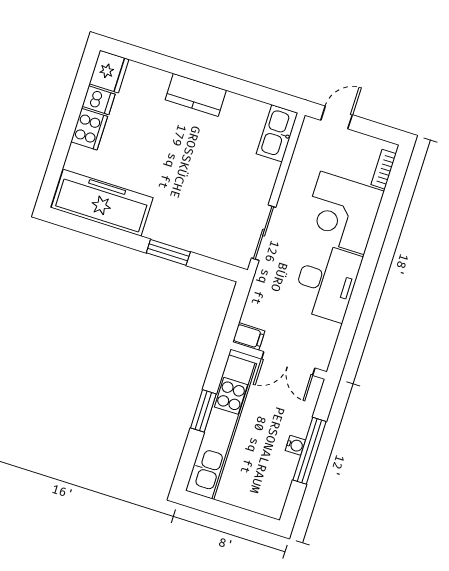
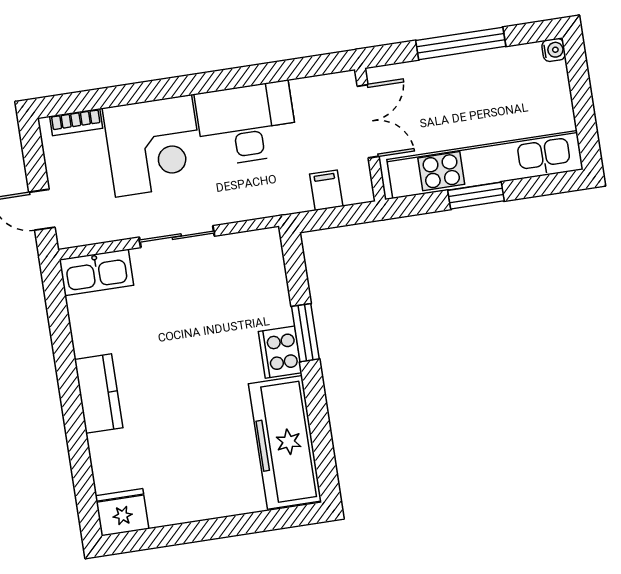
dishwasher: (99, 100) -> (163, 508), removed
cooker: (89, 129) -> (280, 352), moved, turned -90
sliding door: (264, 233) -> (177, 237), moved
filing cabinet: (249, 336) -> (326, 190), moved
water cooler: (295, 445) -> (554, 50), moved, turned 90

